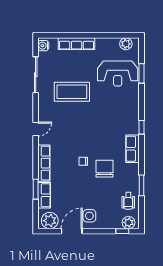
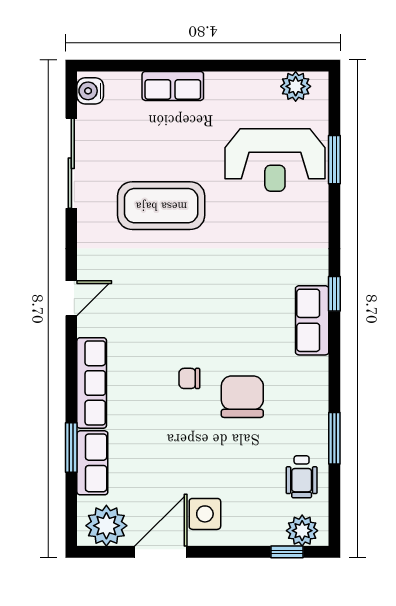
row of seats: (77, 44) -> (173, 86), width x0.68
row of seats: (133, 149) -> (312, 320), moved

